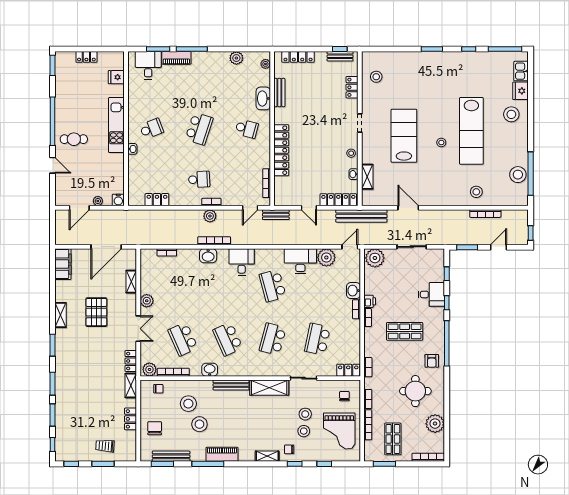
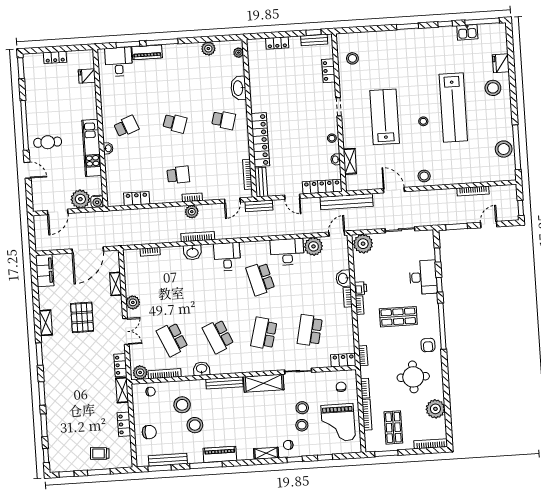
locker: (298, 57) -> (277, 43), width x0.66
kitchen sink: (521, 71) -> (467, 32), moved, turned -90
bench: (279, 93) -> (261, 182), moved
kitchen unit: (116, 125) -> (92, 148), moved
school desk: (199, 129) -> (175, 123), width x0.54
stool: (476, 192) -> (424, 176), moved
plant: (98, 201) -> (80, 199), width x1.88, depth x1.88
desk: (431, 294) -> (423, 277), width x1.37
chair: (155, 428) -> (149, 432), turned 90

